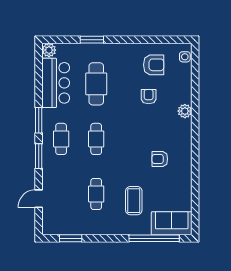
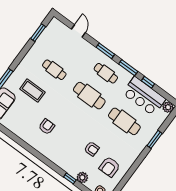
window: (39, 89) -> (148, 82), added
window: (195, 97) -> (70, 178), added
plant: (185, 111) -> (82, 177), moved
cafe table: (96, 139) -> (89, 96), width x1.37, depth x1.35

